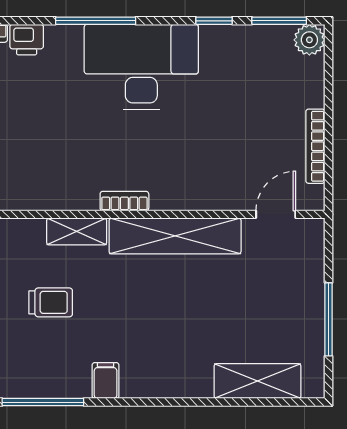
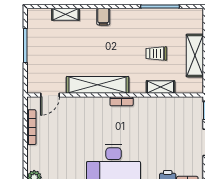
shelving: (77, 231) -> (161, 87), moved
filing cabinet: (106, 381) -> (103, 17), moved
shelving: (258, 381) -> (66, 14), width x0.67, depth x0.75

